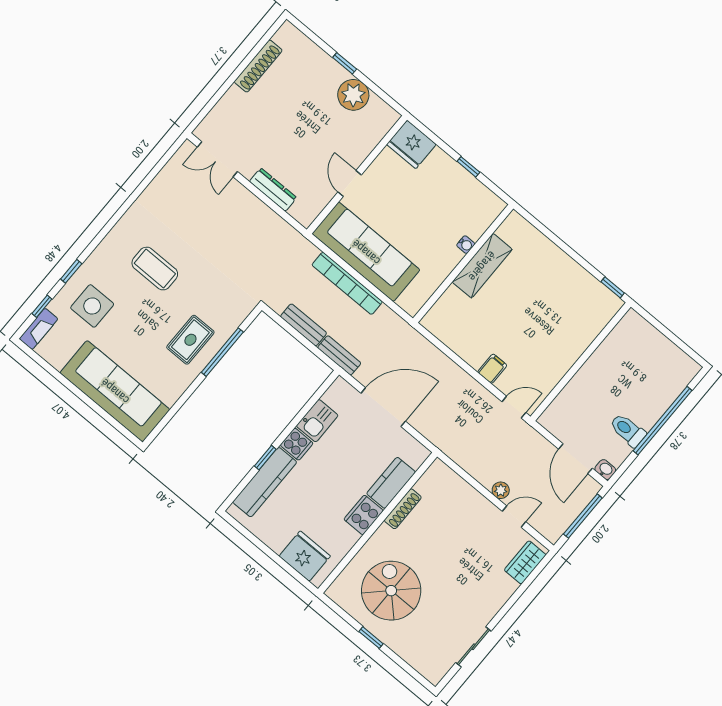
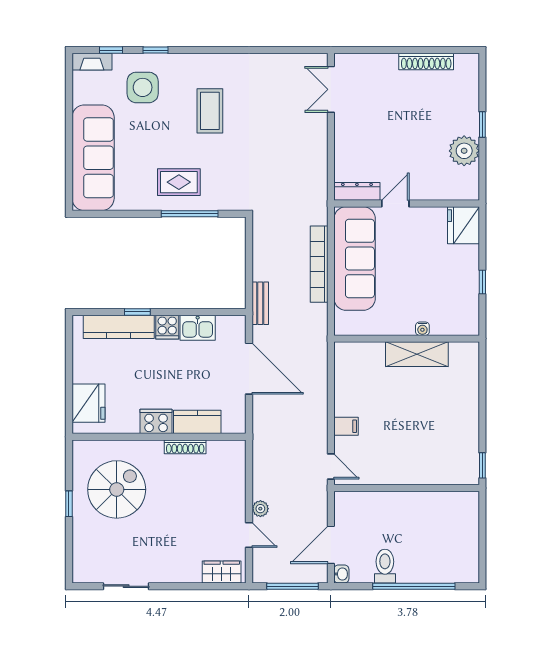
dresser: (273, 190) -> (357, 191), moved, turned -90
bench: (304, 325) -> (261, 257), removed

